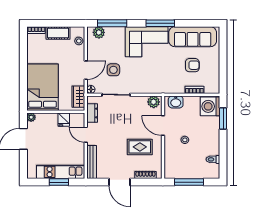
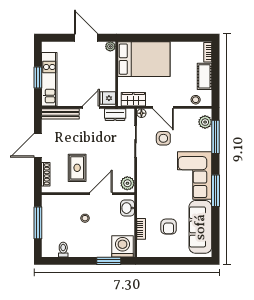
fridge: (64, 120) -> (108, 98), moved

